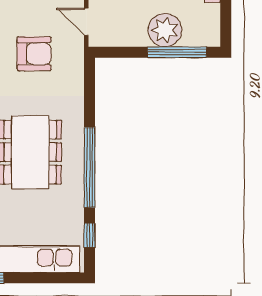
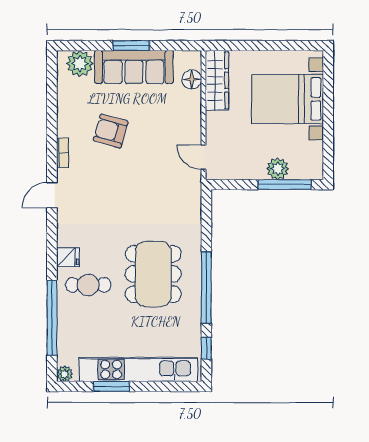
plant: (165, 30) -> (278, 169), width x0.73, depth x0.73
armchair: (34, 54) -> (157, 186), removed

